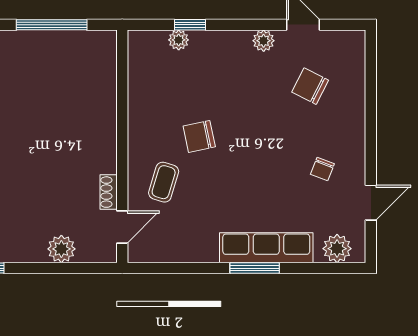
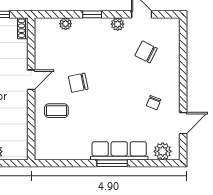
window: (190, 25) -> (92, 14), moved
coffee table: (164, 182) -> (56, 111), turned 73
shoe rack: (109, 192) -> (23, 28), moved
door: (122, 227) -> (31, 80), moved

